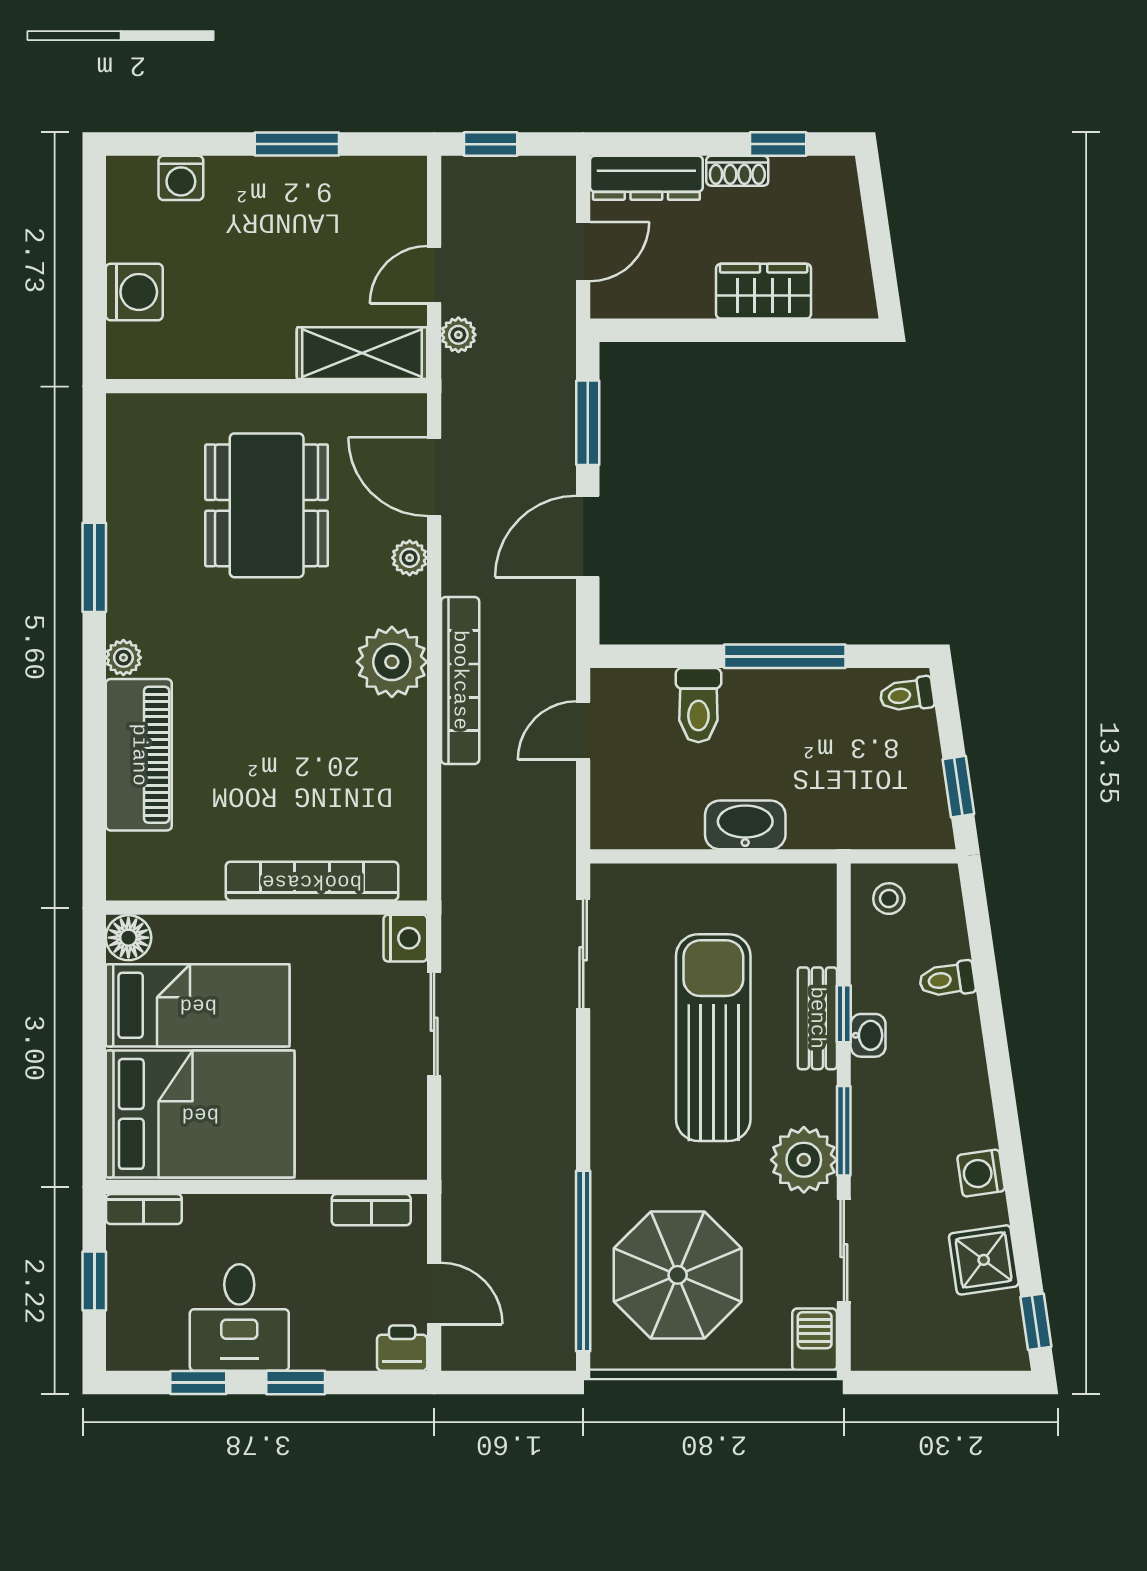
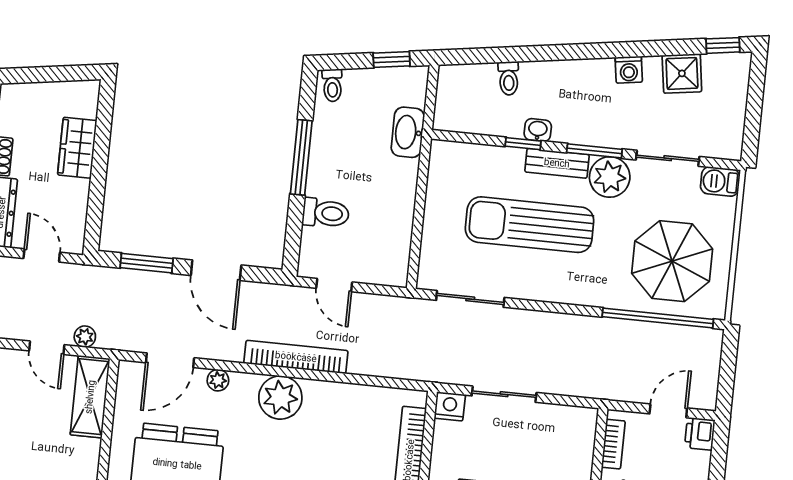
washbasin: (745, 825) -> (408, 132), moved
stool: (889, 899) -> (456, 109), removed
bench: (817, 1018) -> (557, 163), moved

